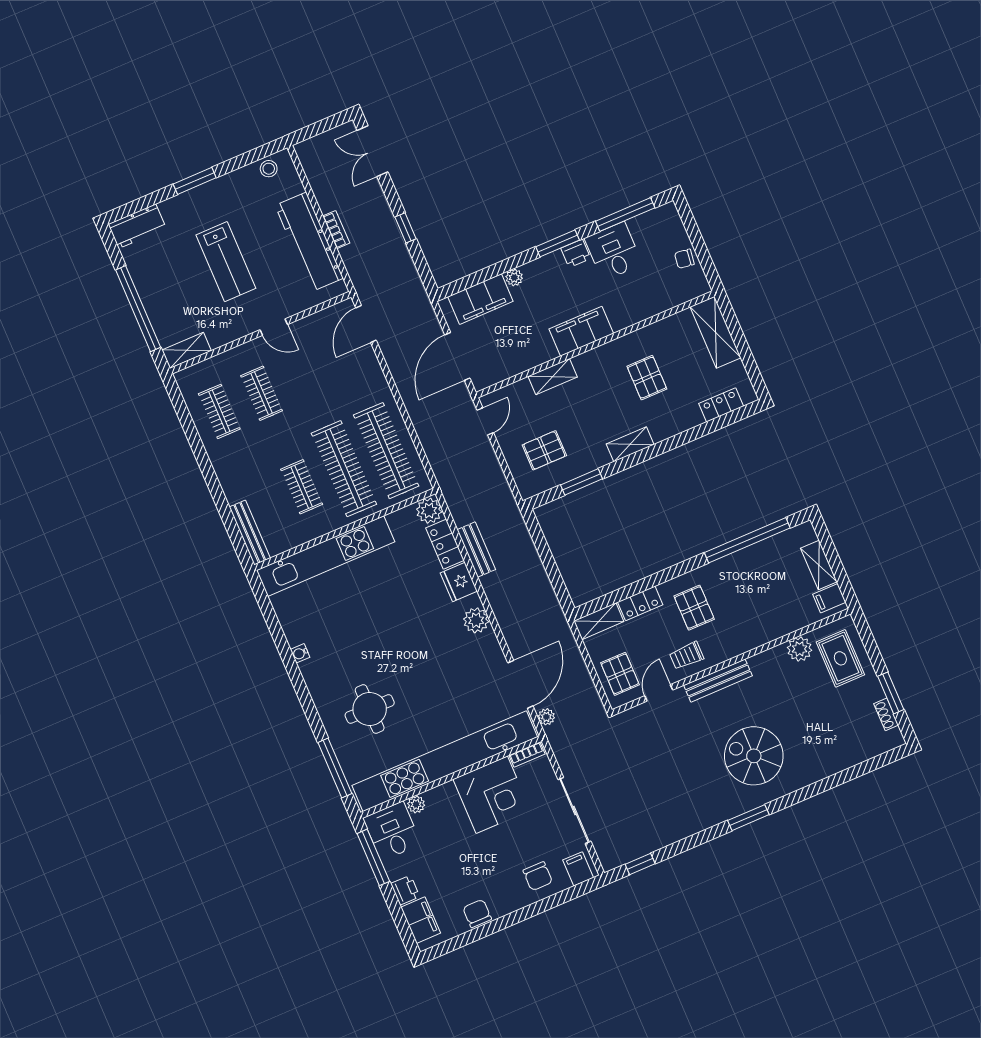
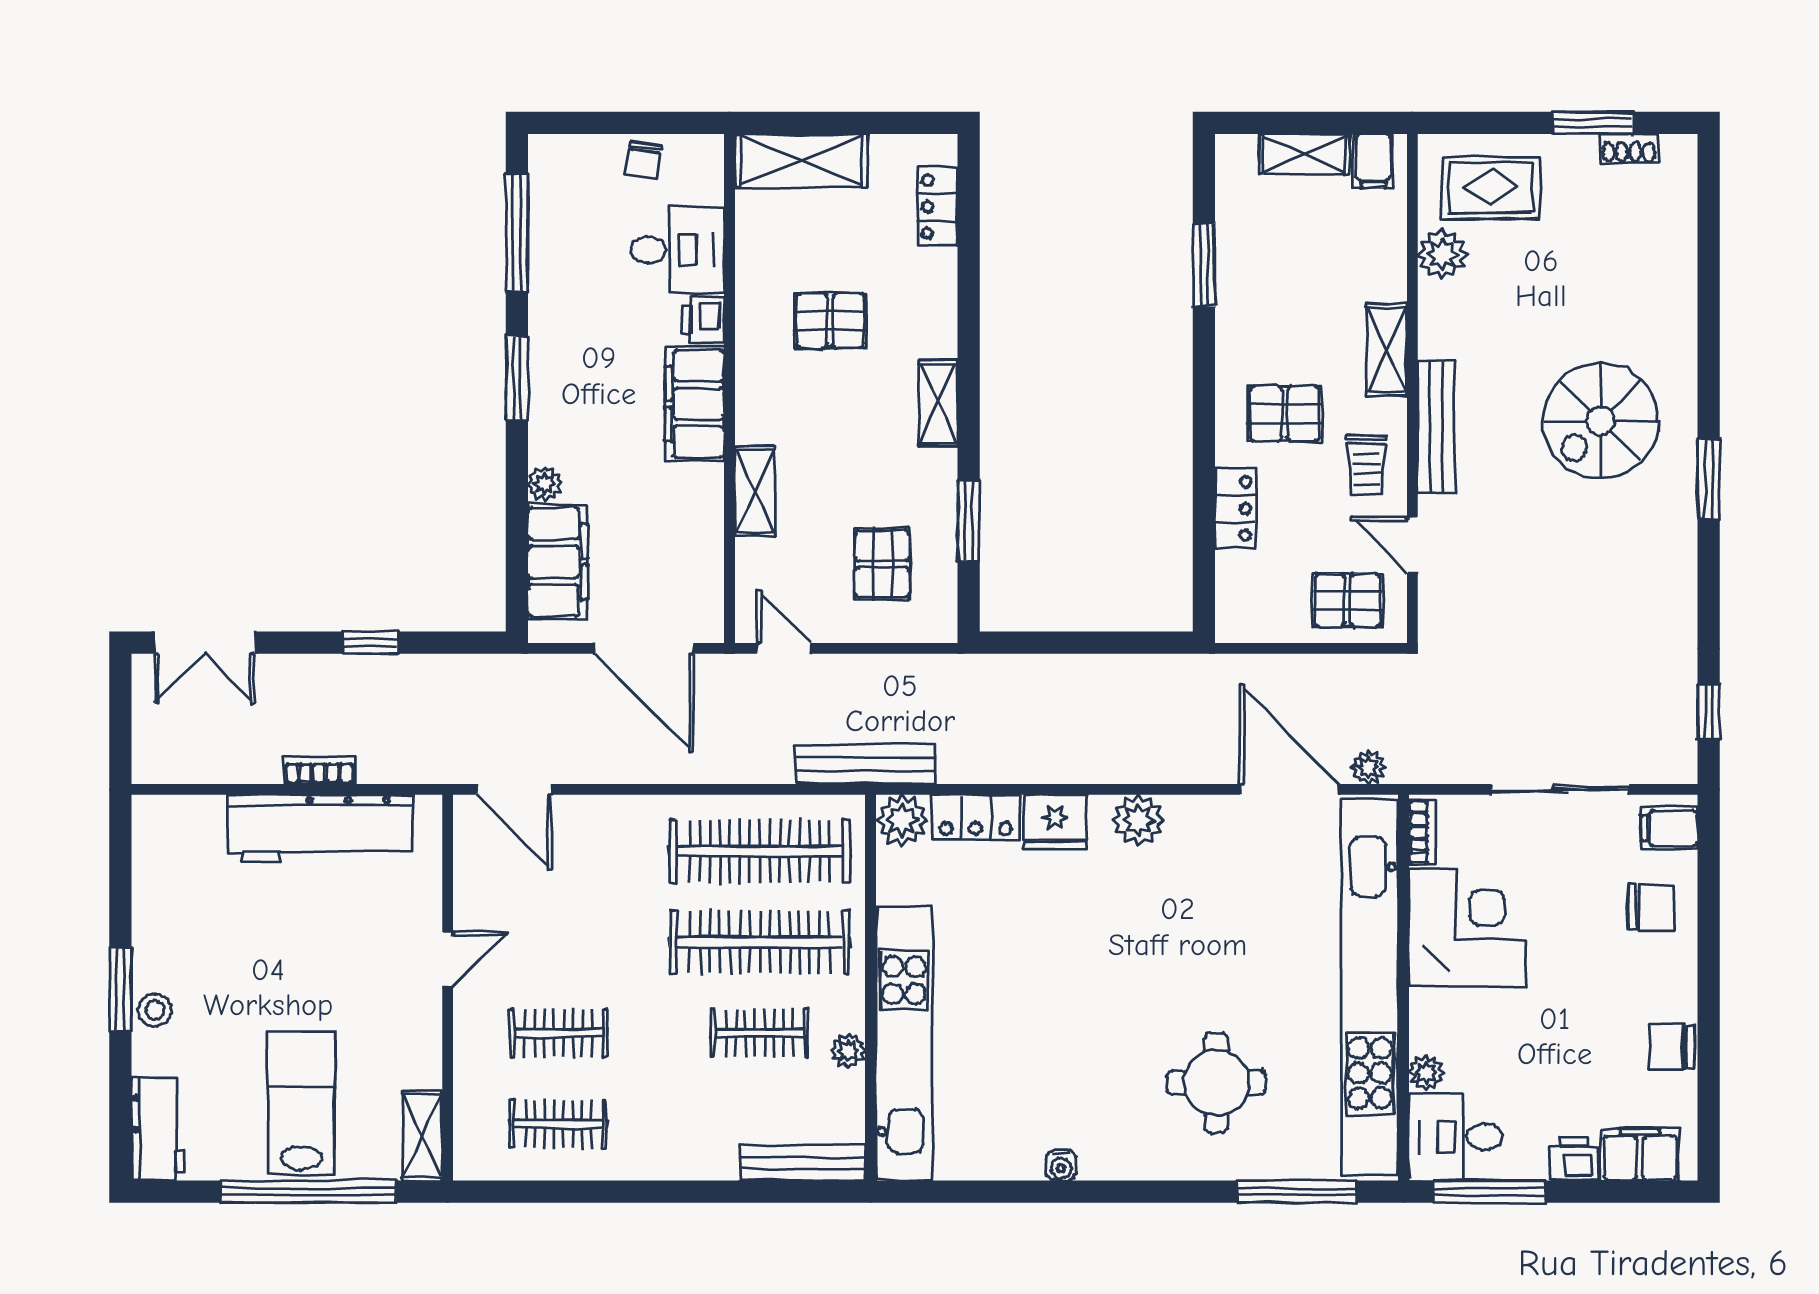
stool: (269, 169) -> (155, 1010), moved
desk: (613, 251) -> (677, 250), moved, turned 180
printer: (576, 253) -> (703, 320), moved, turned 180
lab bench: (226, 262) -> (301, 1103), moved, turned -90
plant: (311, 531) -> (848, 1051), added
window: (747, 540) -> (1204, 265), width x0.47
bench: (476, 550) -> (866, 764), moved, width x1.36
shelving: (599, 621) -> (1387, 349), moved

